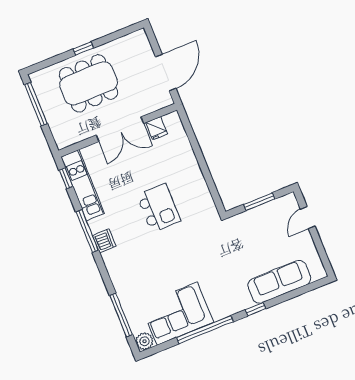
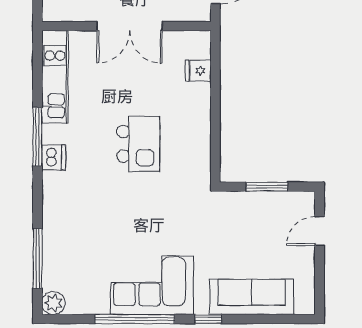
fridge: (157, 128) -> (198, 71), moved, turned 90
window: (66, 178) -> (38, 60), removed
corner sofa: (177, 314) -> (152, 285), moved

